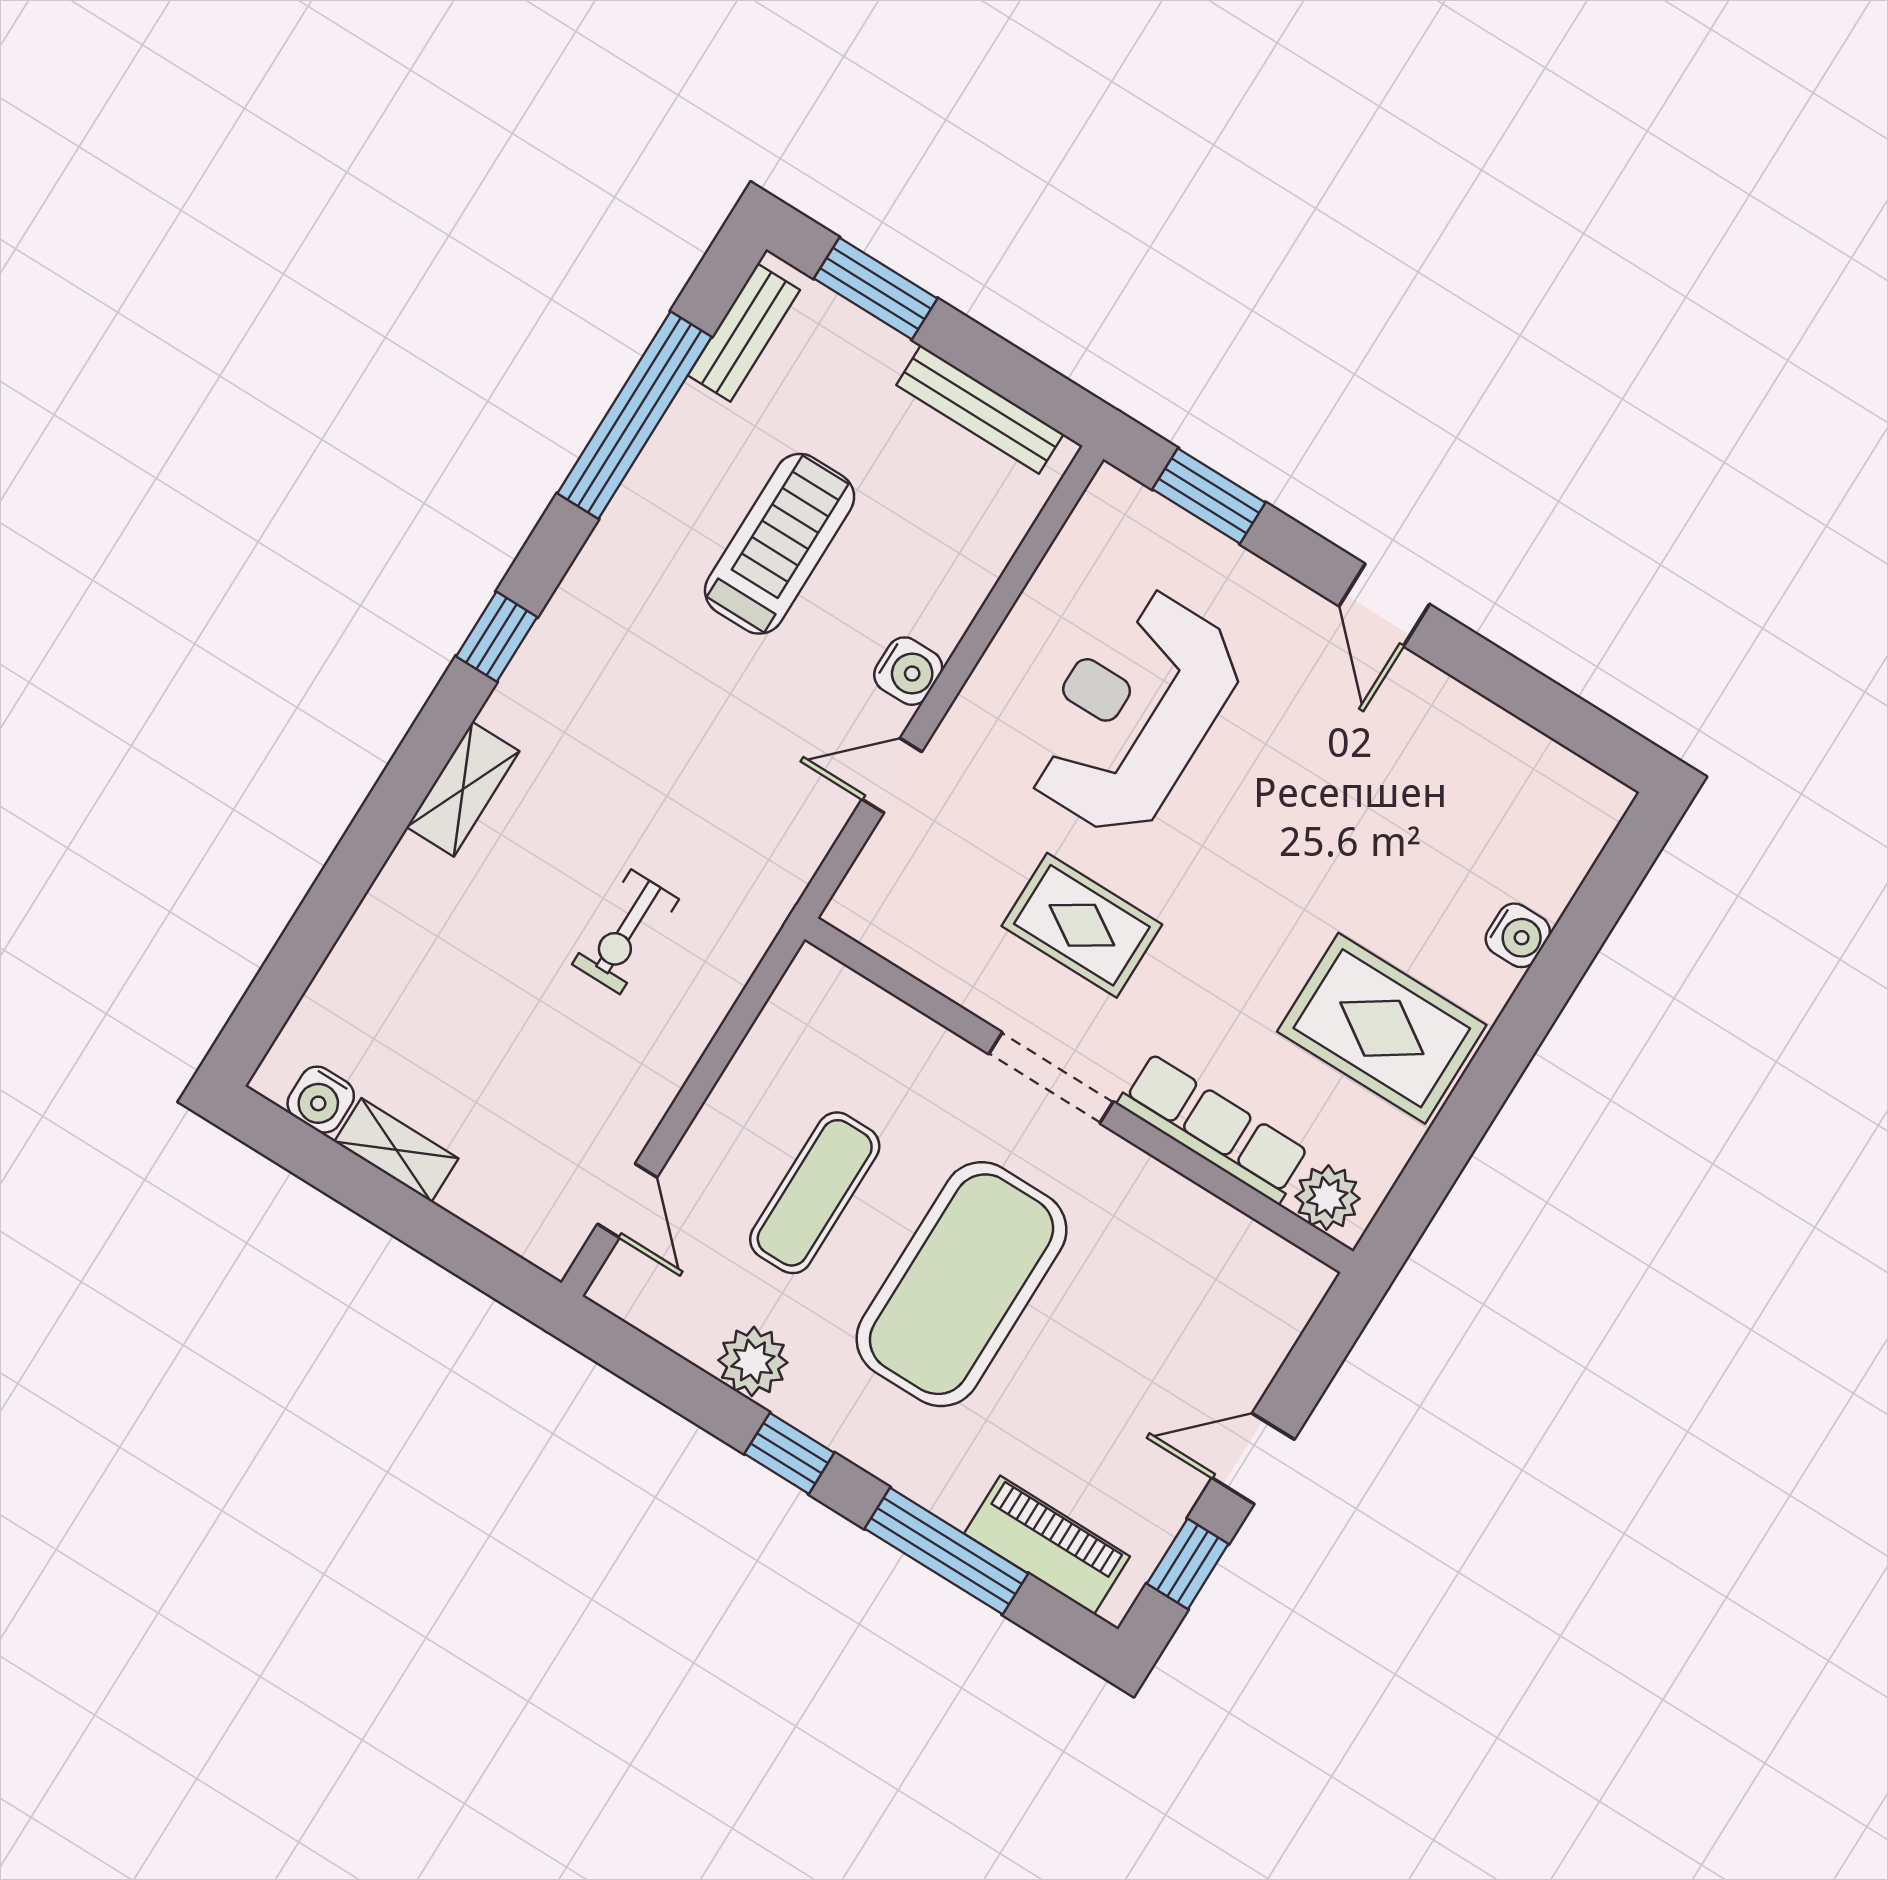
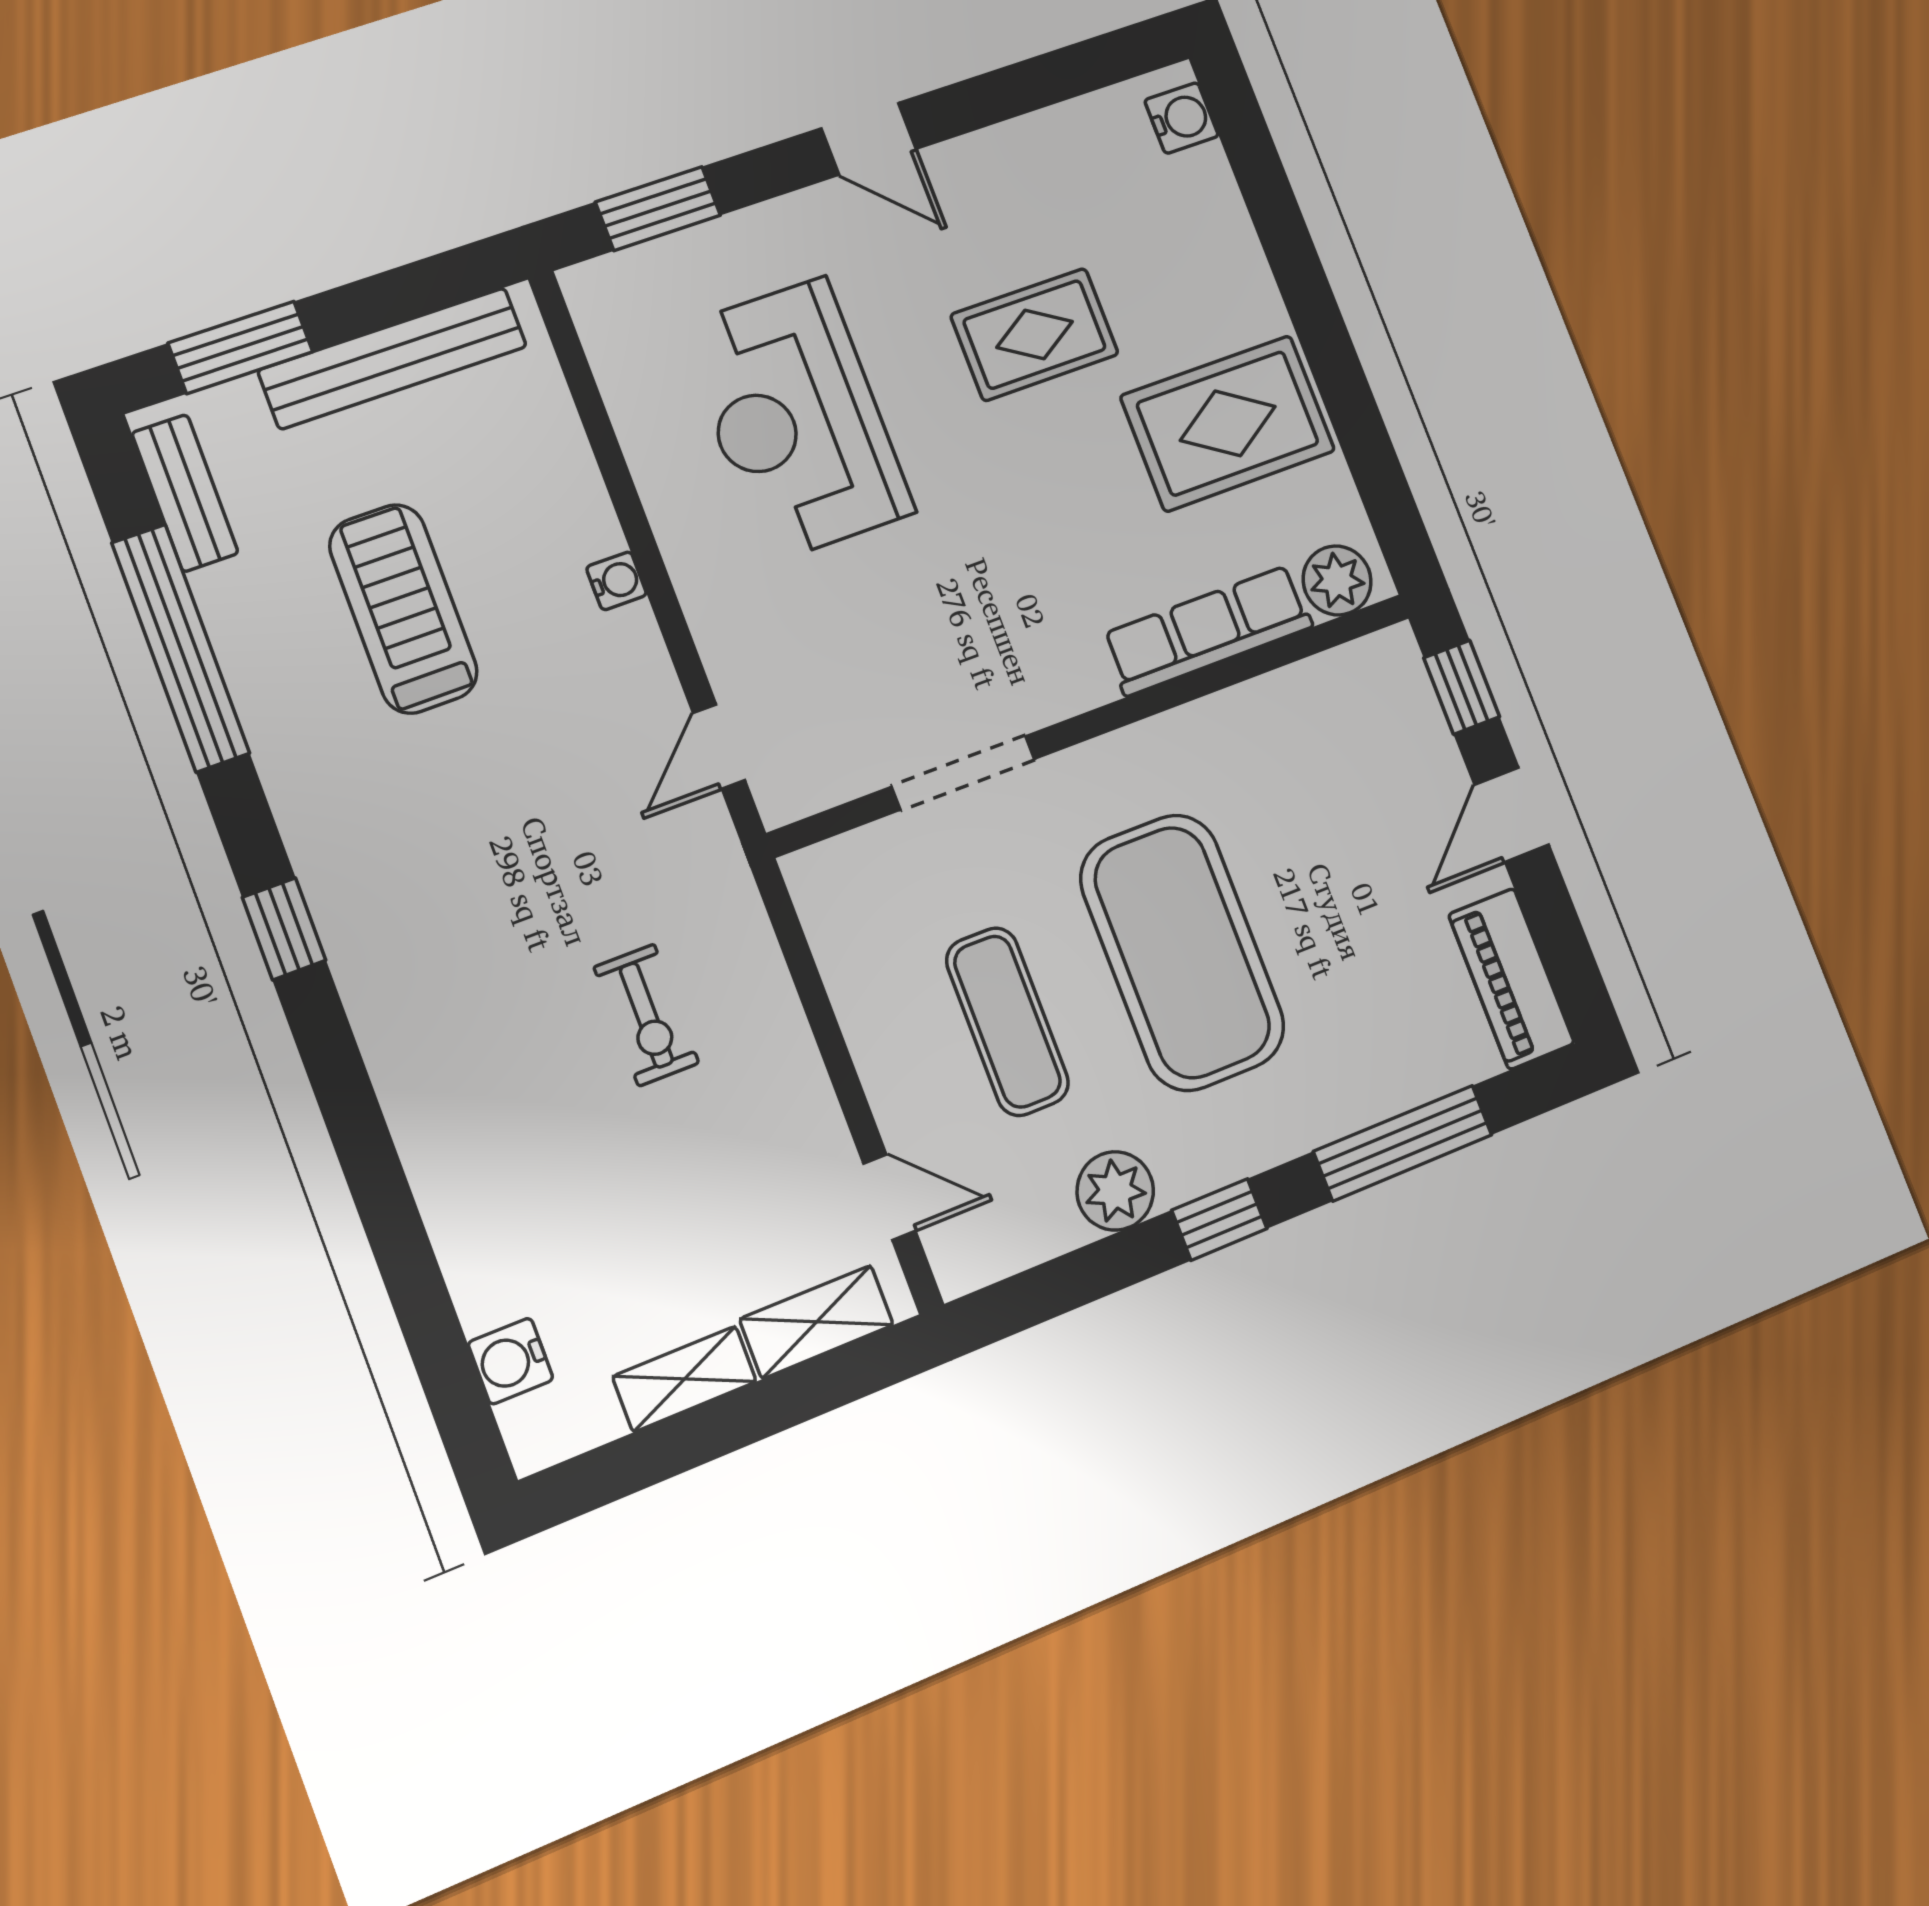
bench: (980, 409) -> (393, 358), width x1.37, depth x1.21
water cooler: (908, 671) -> (617, 581), width x0.72, depth x0.72
door: (892, 775) -> (719, 747), moved
shelving: (463, 789) -> (817, 1322), moved, turned 90
rug: (1082, 925) -> (1035, 334), moved
water cooler: (1518, 935) -> (1182, 118), moved
doorway: (1051, 1078) -> (963, 773), moved
water cooler: (321, 1100) -> (510, 1361), moved, turned 90
piano: (1047, 1545) -> (1511, 979), moved, turned -90
window: (1188, 1564) -> (1462, 687), moved

